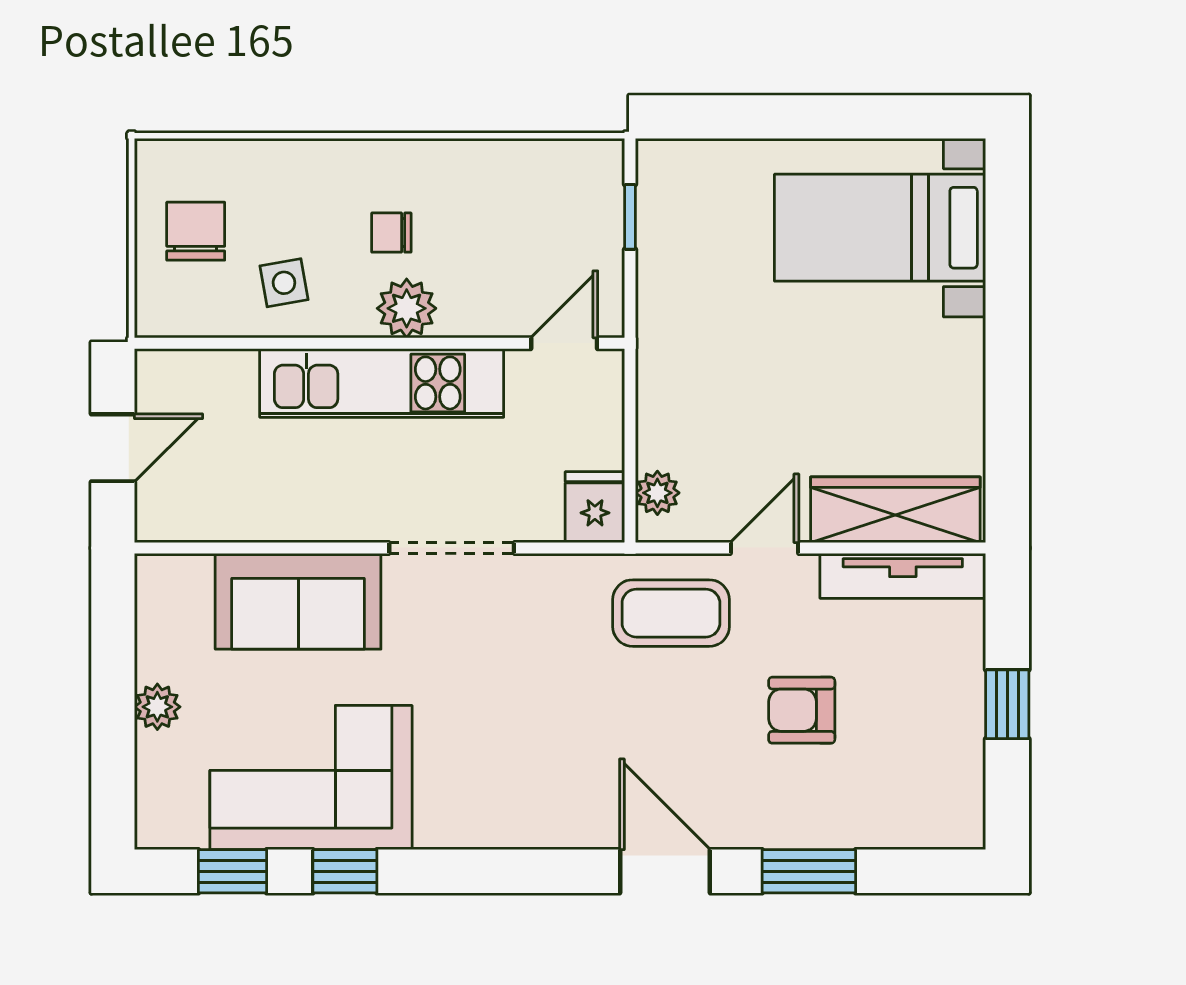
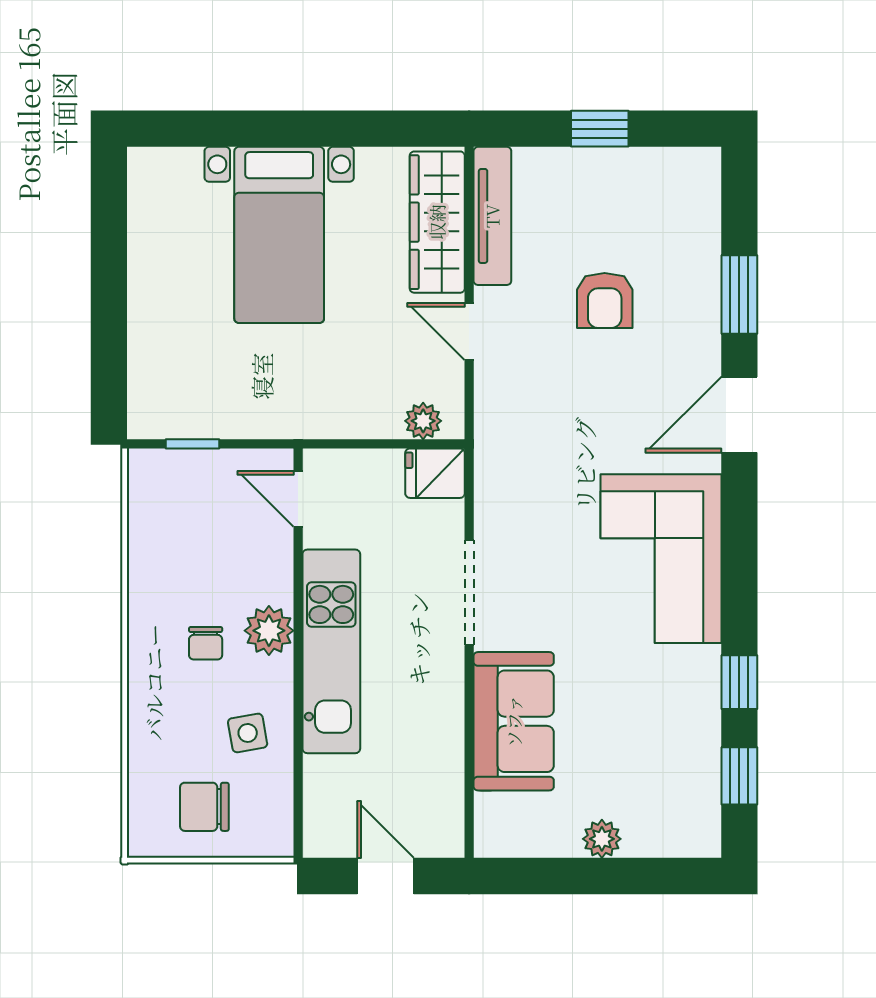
bed with nightstands: (880, 228) -> (279, 235), moved
coffee table: (671, 613) -> (524, 410), removed
corner sofa: (311, 778) -> (661, 559), moved

